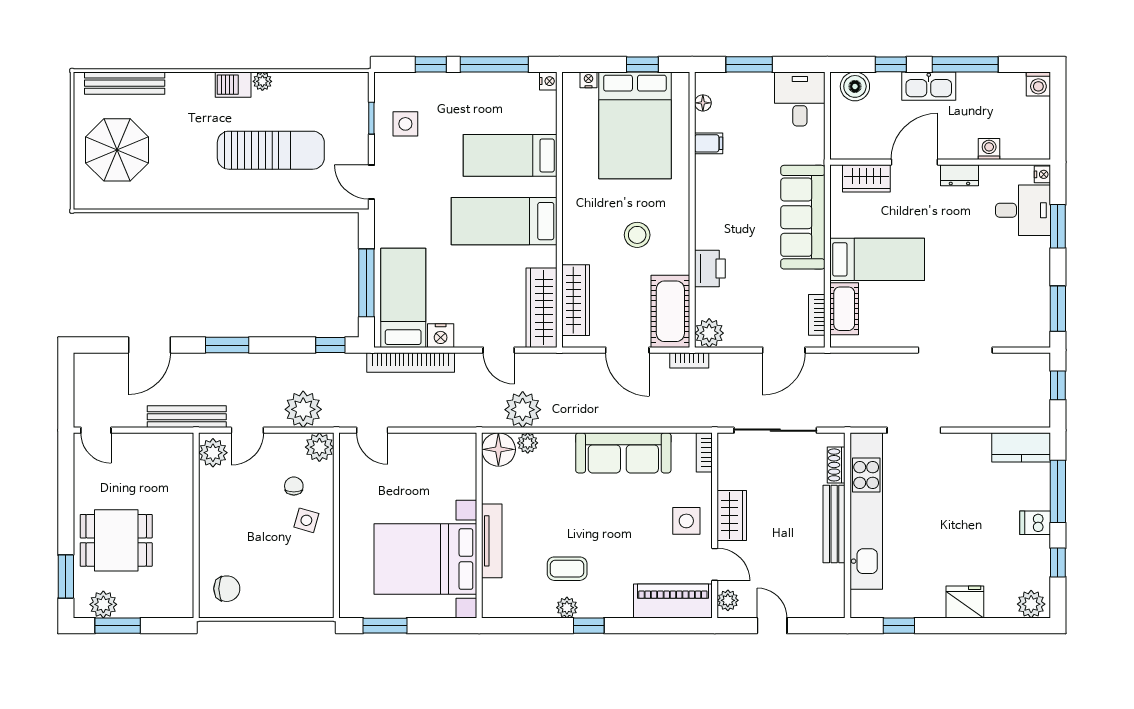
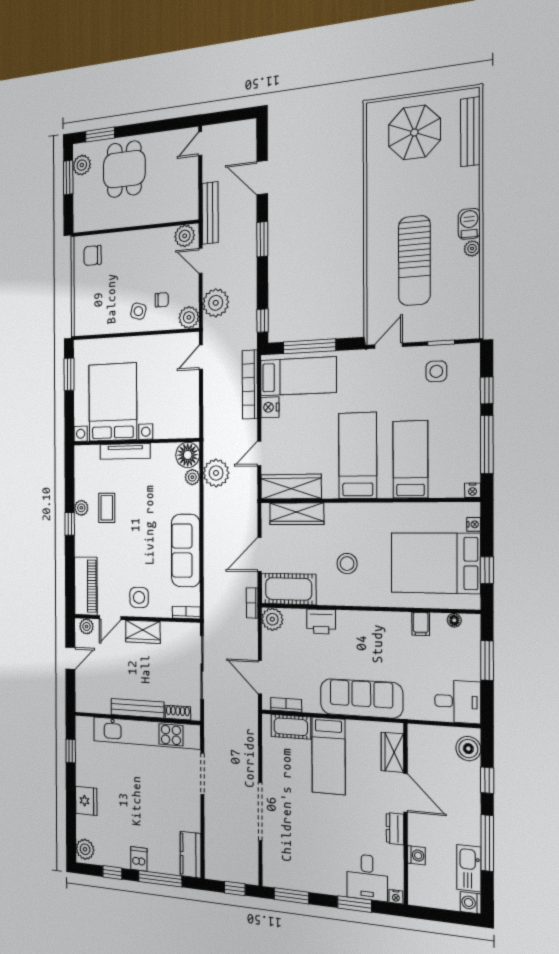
kitchen sink: (929, 86) -> (469, 868), moved
chair: (227, 589) -> (93, 255), turned 90

